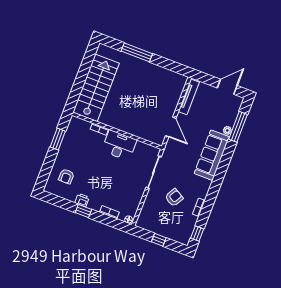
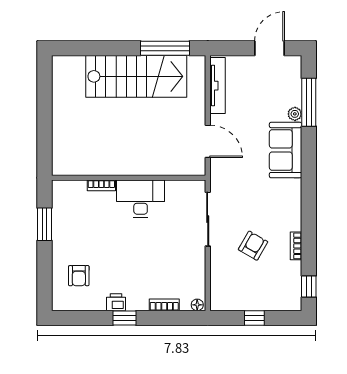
window: (137, 52) -> (165, 48), moved
stairs: (96, 88) -> (136, 76), moved, turned 90
sofa: (212, 155) -> (286, 150), width x0.73

